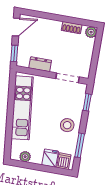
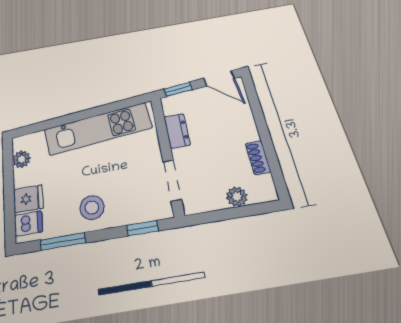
plant: (91, 32) -> (237, 197), moved

